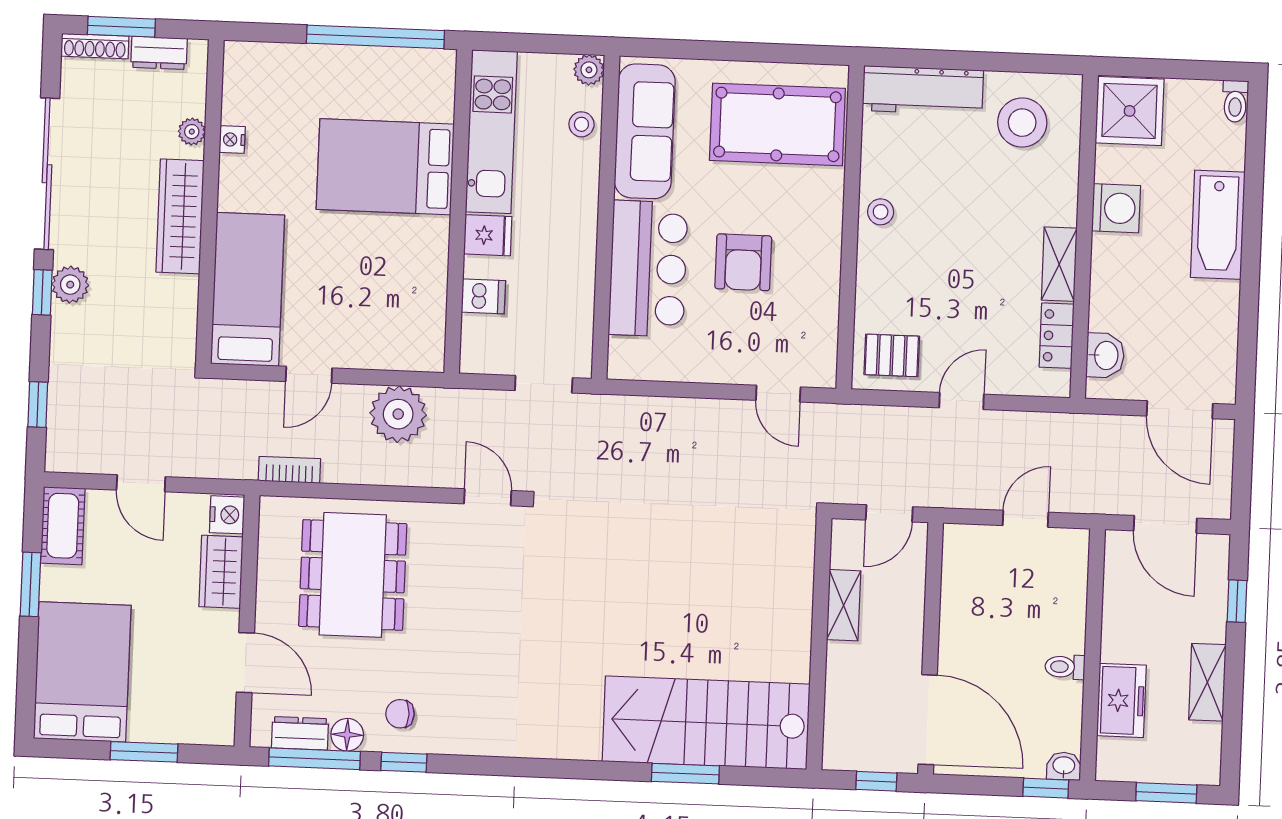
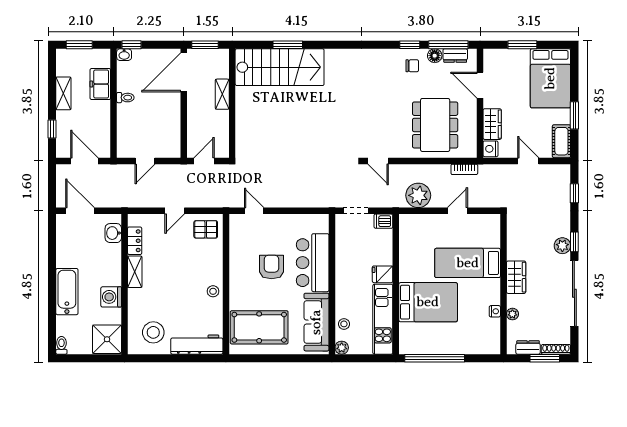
wardrobe: (180, 216) -> (516, 277), width x0.67
bed: (248, 289) -> (468, 263), moved, turned 90
dishwasher: (483, 296) -> (383, 221), moved
shelving: (844, 605) -> (222, 94), moved
door: (928, 720) -> (184, 72), hinge flipped
window: (876, 781) -> (205, 45), width x1.50

